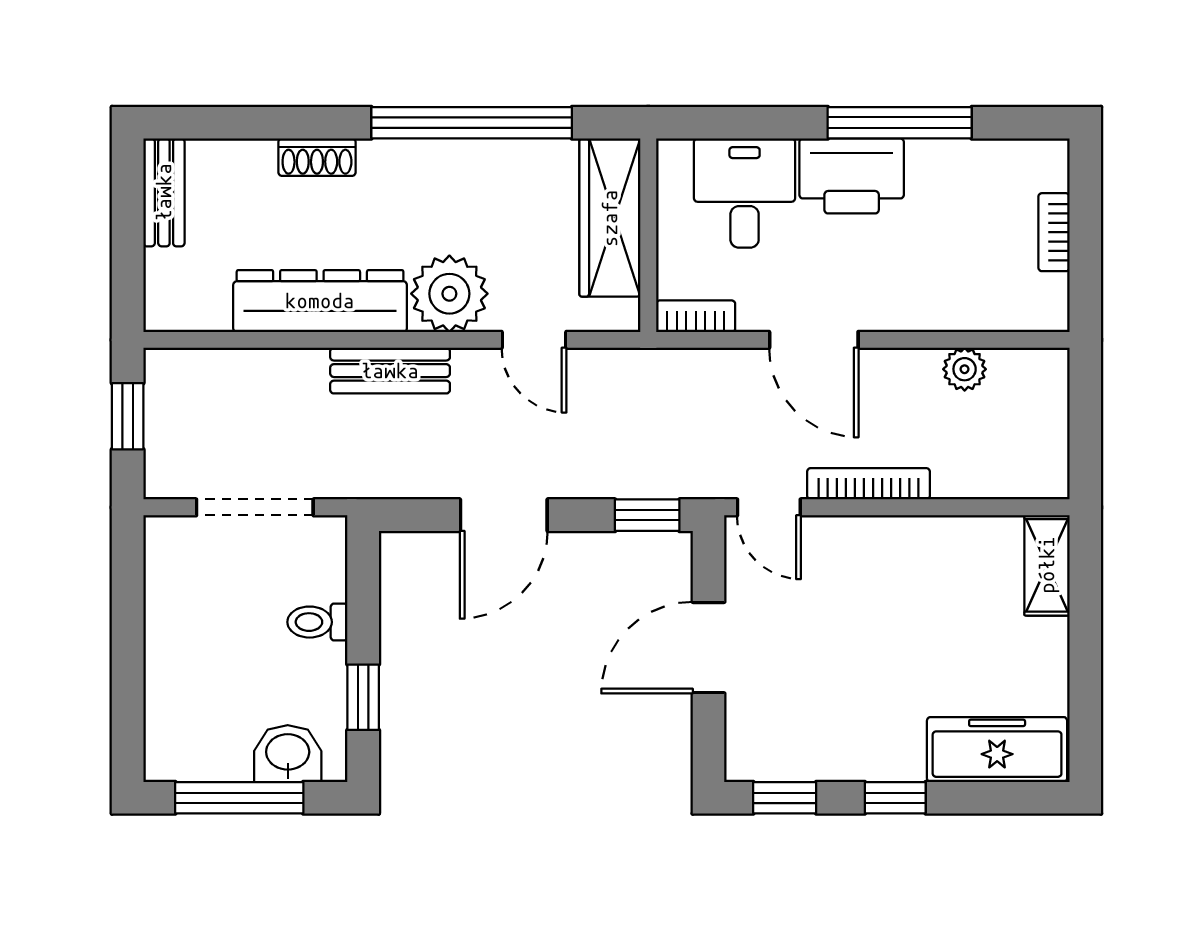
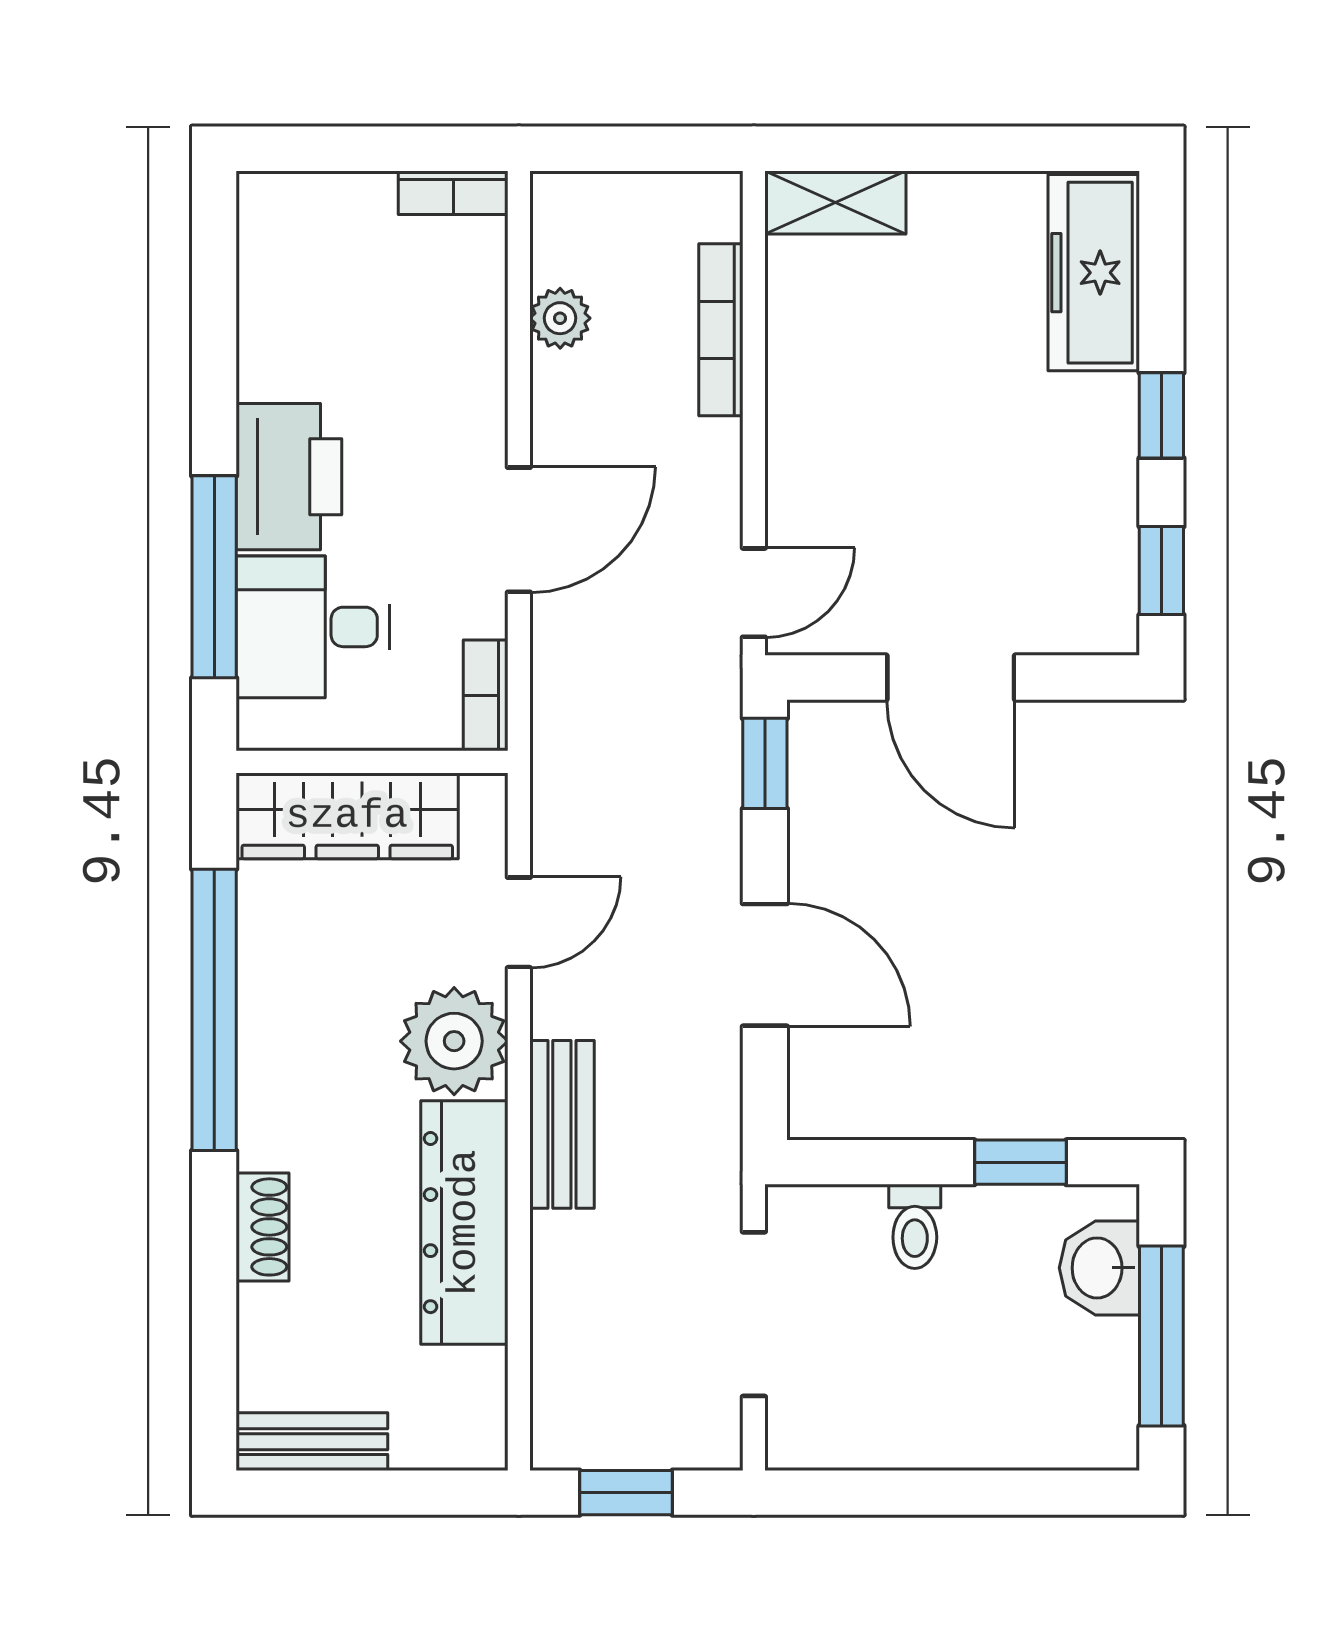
window: (900, 123) -> (214, 577), moved
bookcase: (1054, 232) -> (453, 193), moved
bookcase: (868, 484) -> (721, 330), moved

